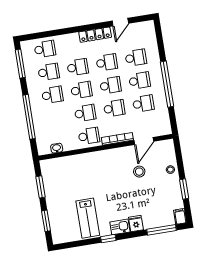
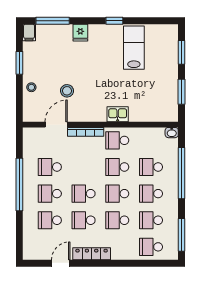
school desk: (114, 108) -> (151, 167), moved
washbasin: (57, 148) -> (172, 133), moved
kitchen sink: (120, 227) -> (118, 114), moved, turned 180

